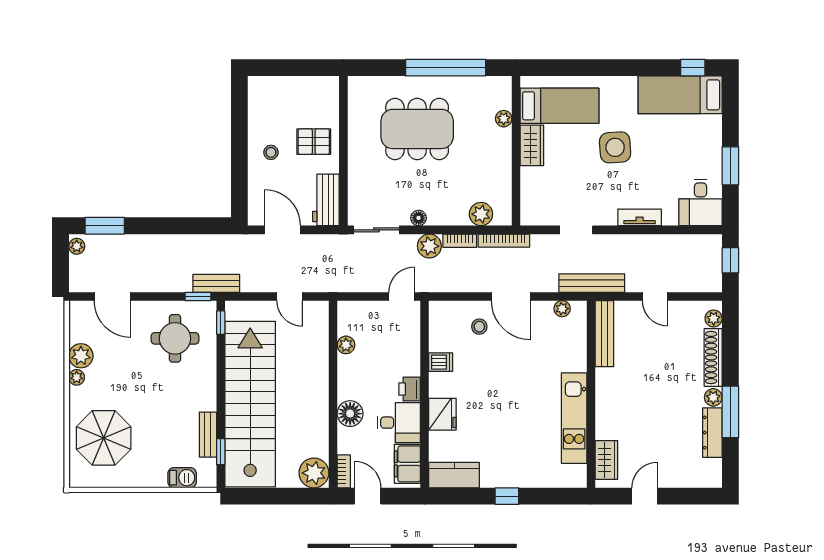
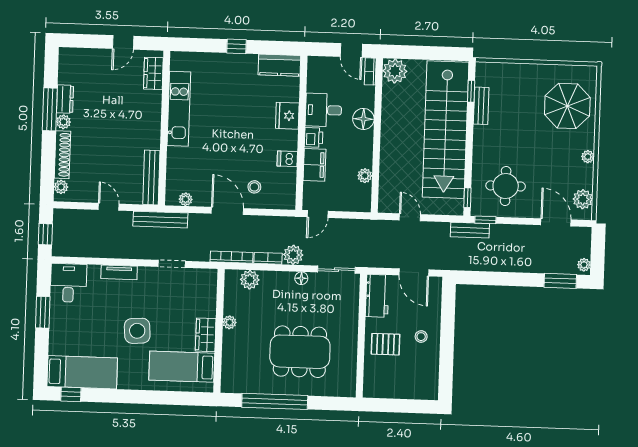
plant: (504, 119) -> (229, 322), moved
plant: (81, 356) -> (583, 199), moved
dresser: (712, 433) -> (65, 99), width x0.70
filing cabinet: (407, 464) -> (315, 165), moved
barbecue: (182, 478) -> (504, 71), removed

